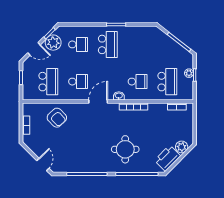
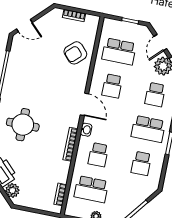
school desk: (138, 44) -> (141, 163), added

